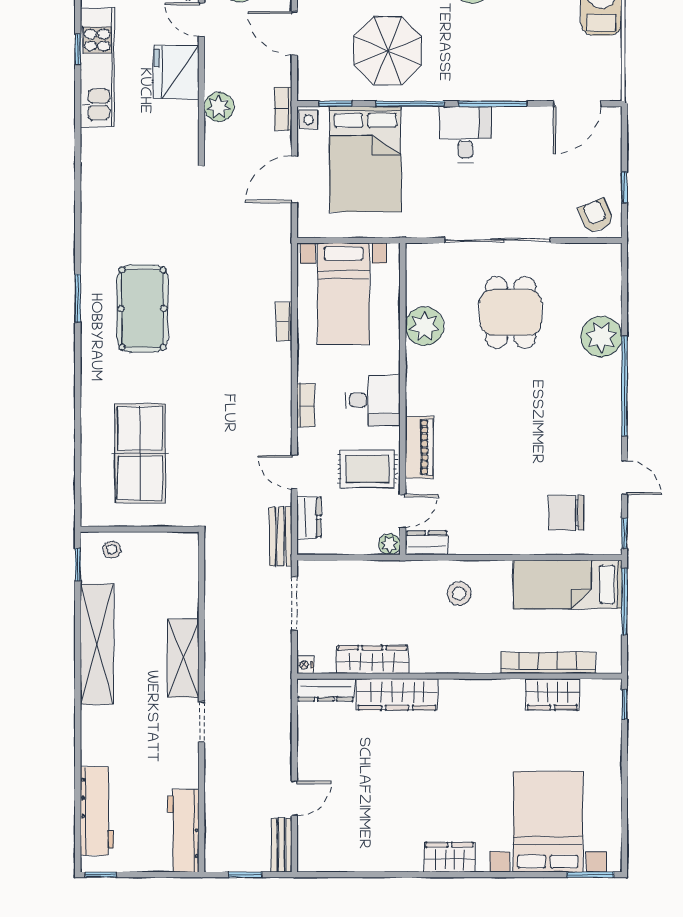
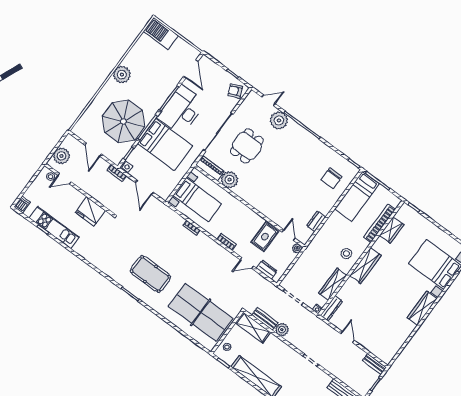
door: (294, 33) -> (93, 150), hinge flipped
parasol: (388, 51) -> (123, 121), width x1.36, depth x1.36
fridge: (176, 72) -> (90, 211), moved
plant: (219, 107) -> (282, 330), moved
desk: (465, 134) -> (182, 110), width x1.87, depth x1.30
bed: (365, 159) -> (165, 145), moved
dining table: (511, 312) -> (247, 146), turned 90
desk: (373, 400) -> (242, 217), removed
piano: (419, 447) -> (210, 168), moved
table tennis table: (140, 453) -> (201, 312), width x1.36, depth x1.32
door: (624, 478) -> (269, 100), moved
bench: (281, 537) -> (265, 319), moved
dresser: (427, 543) -> (316, 221), moved
stool: (459, 593) -> (346, 254), moved
shelving: (183, 658) -> (253, 328), moved
wardrobe: (397, 694) -> (365, 266), moved
door: (294, 798) -> (347, 337), moved
wardrobe: (450, 857) -> (422, 308), width x1.50

